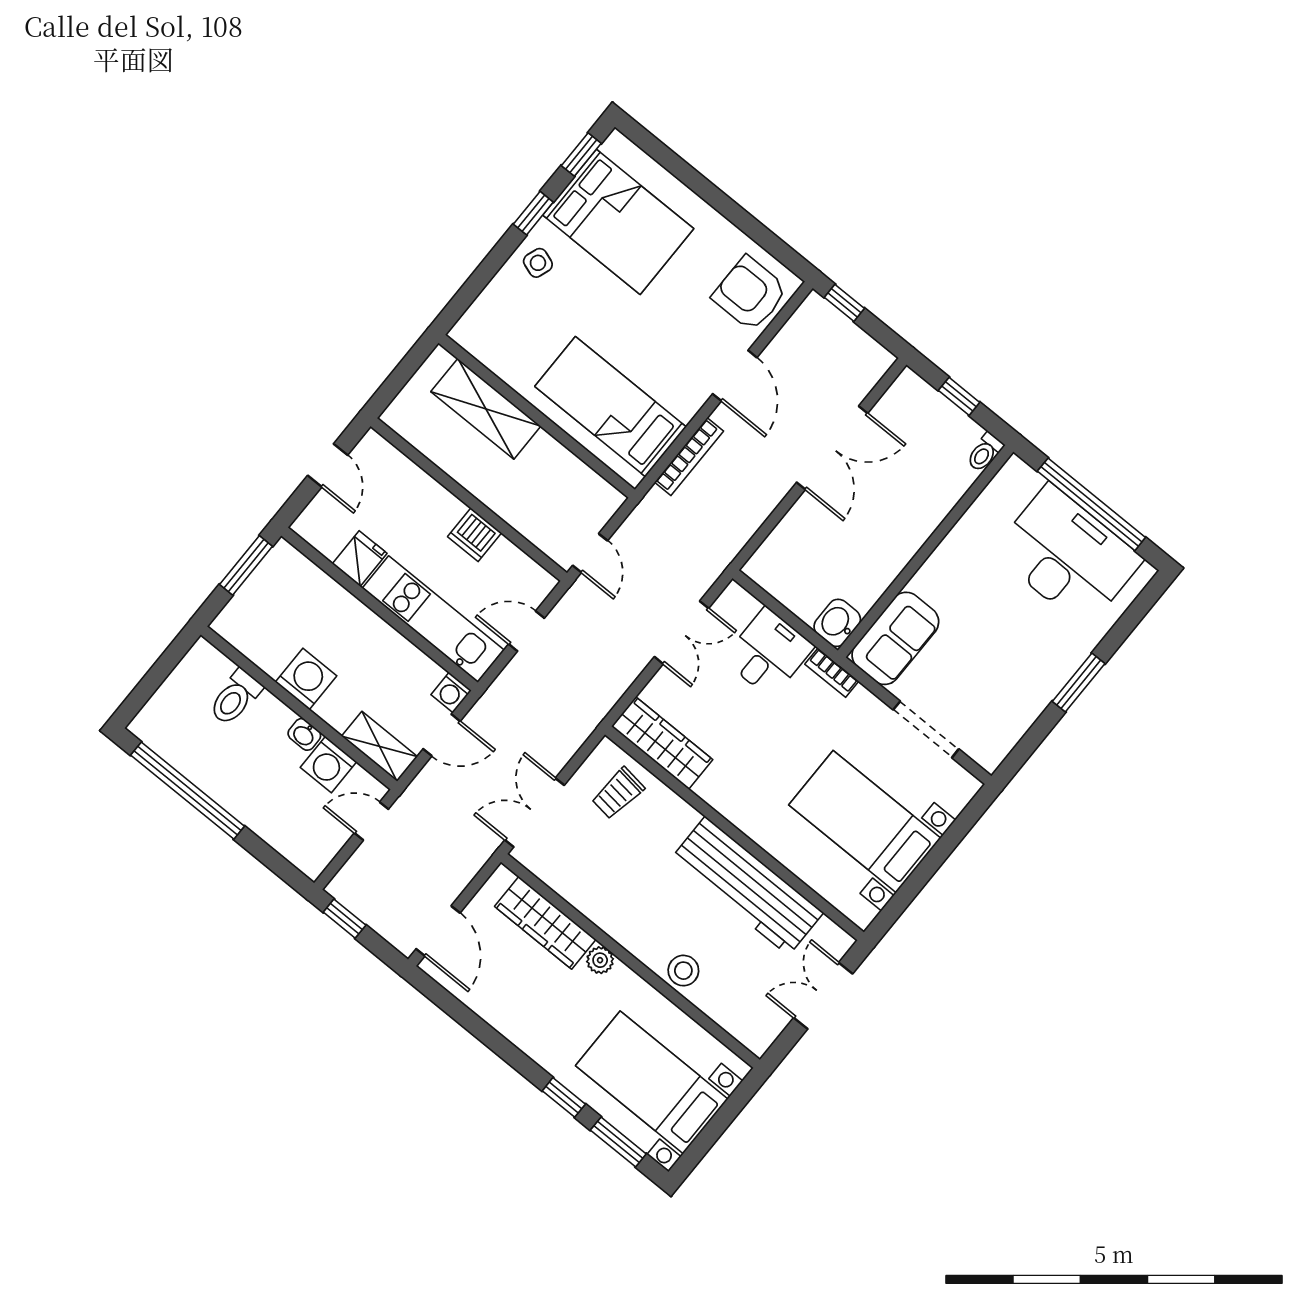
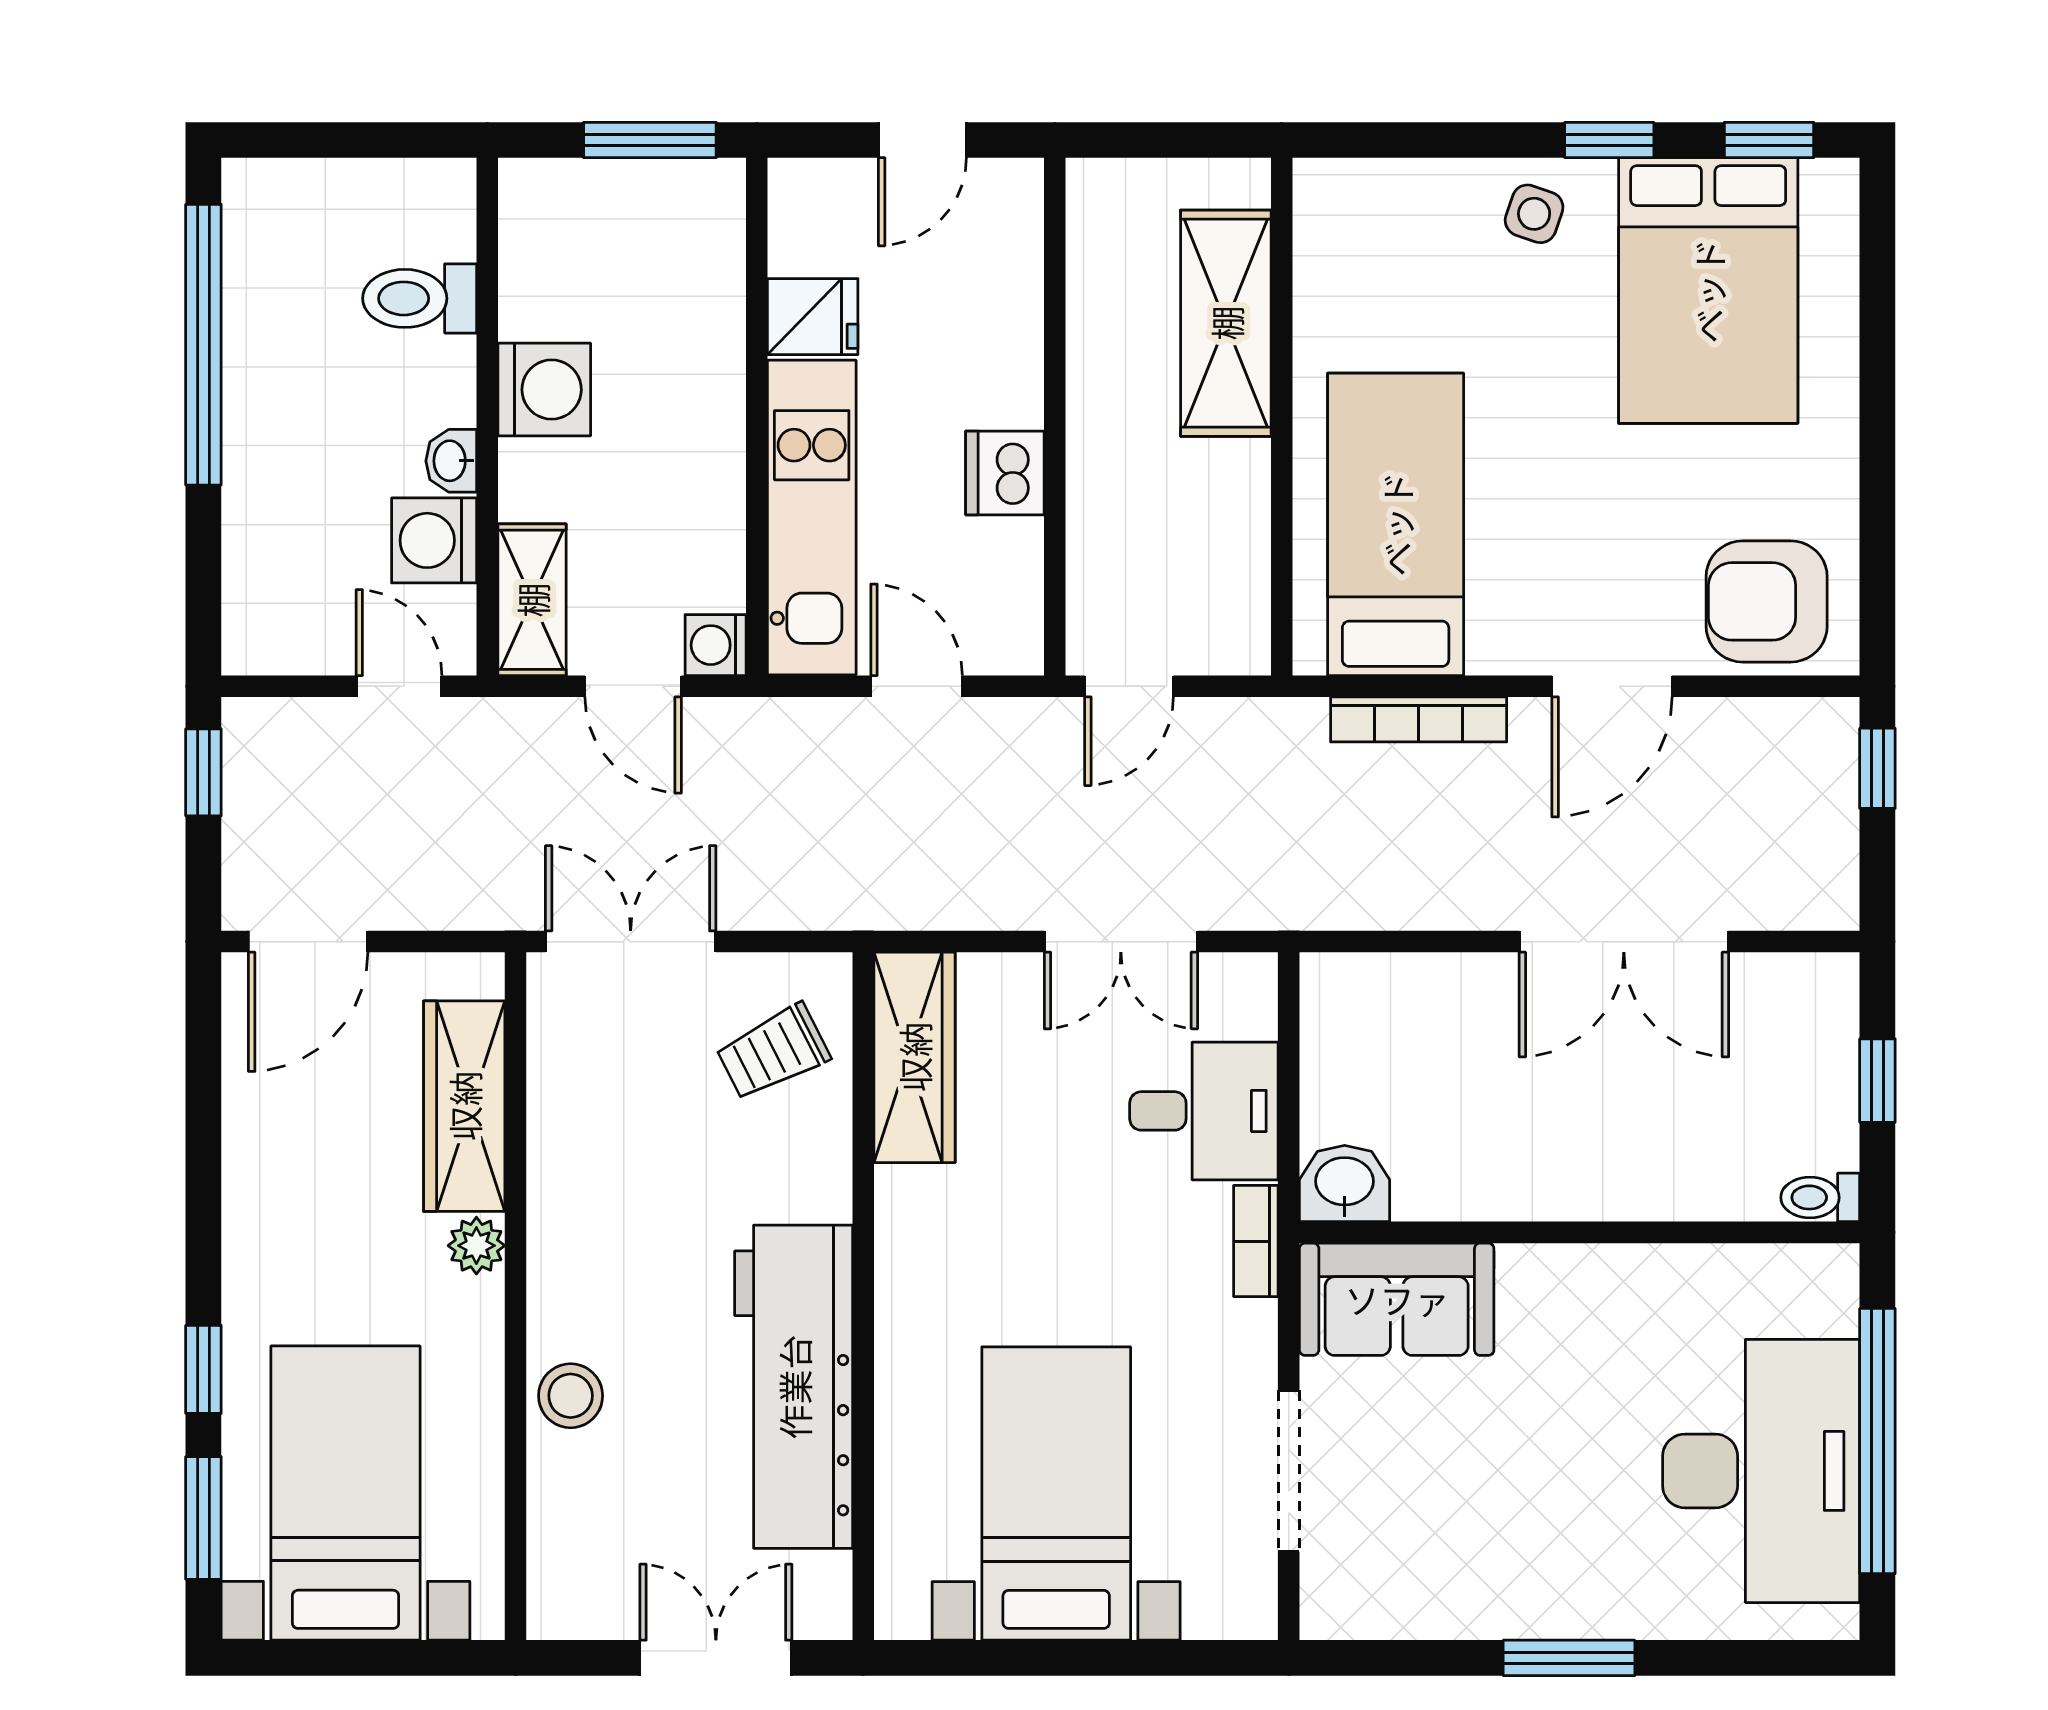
armchair: (750, 294) -> (1767, 601), turned -90
trolley: (618, 793) -> (773, 1052), turned -34

